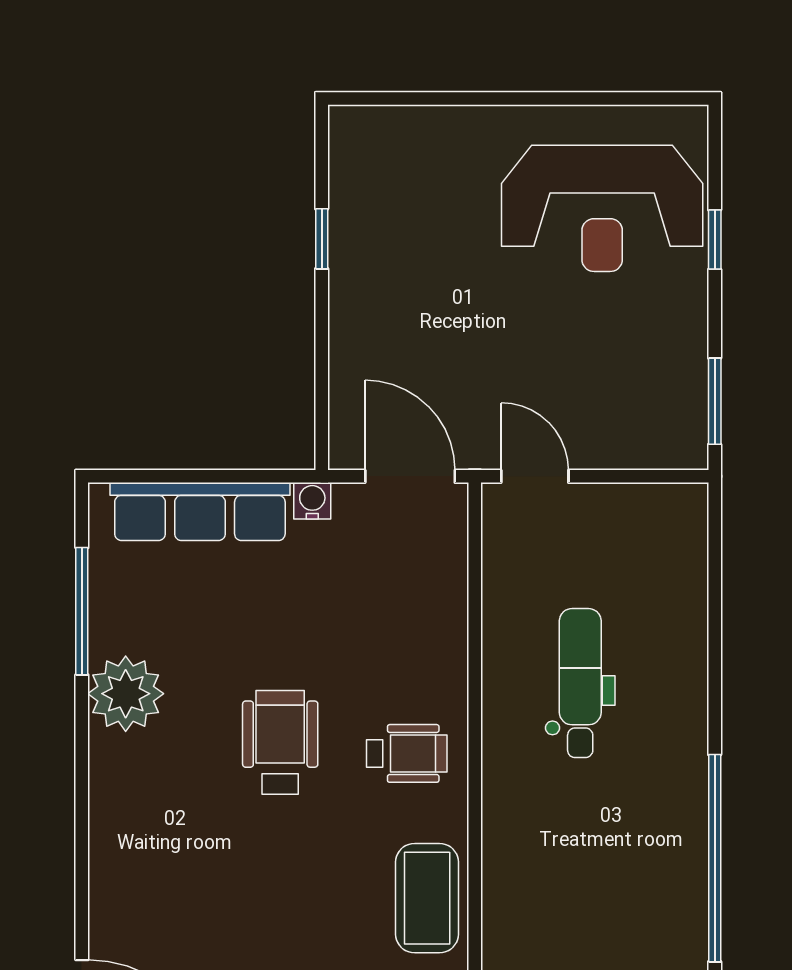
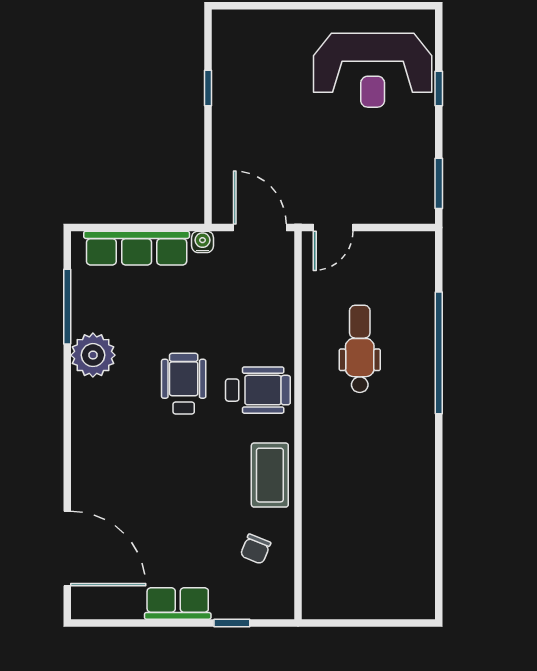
door: (535, 476) -> (333, 227), swing flipped
wheelchair: (407, 753) -> (258, 390), width x1.36, depth x1.37
window: (715, 858) -> (439, 353), moved

